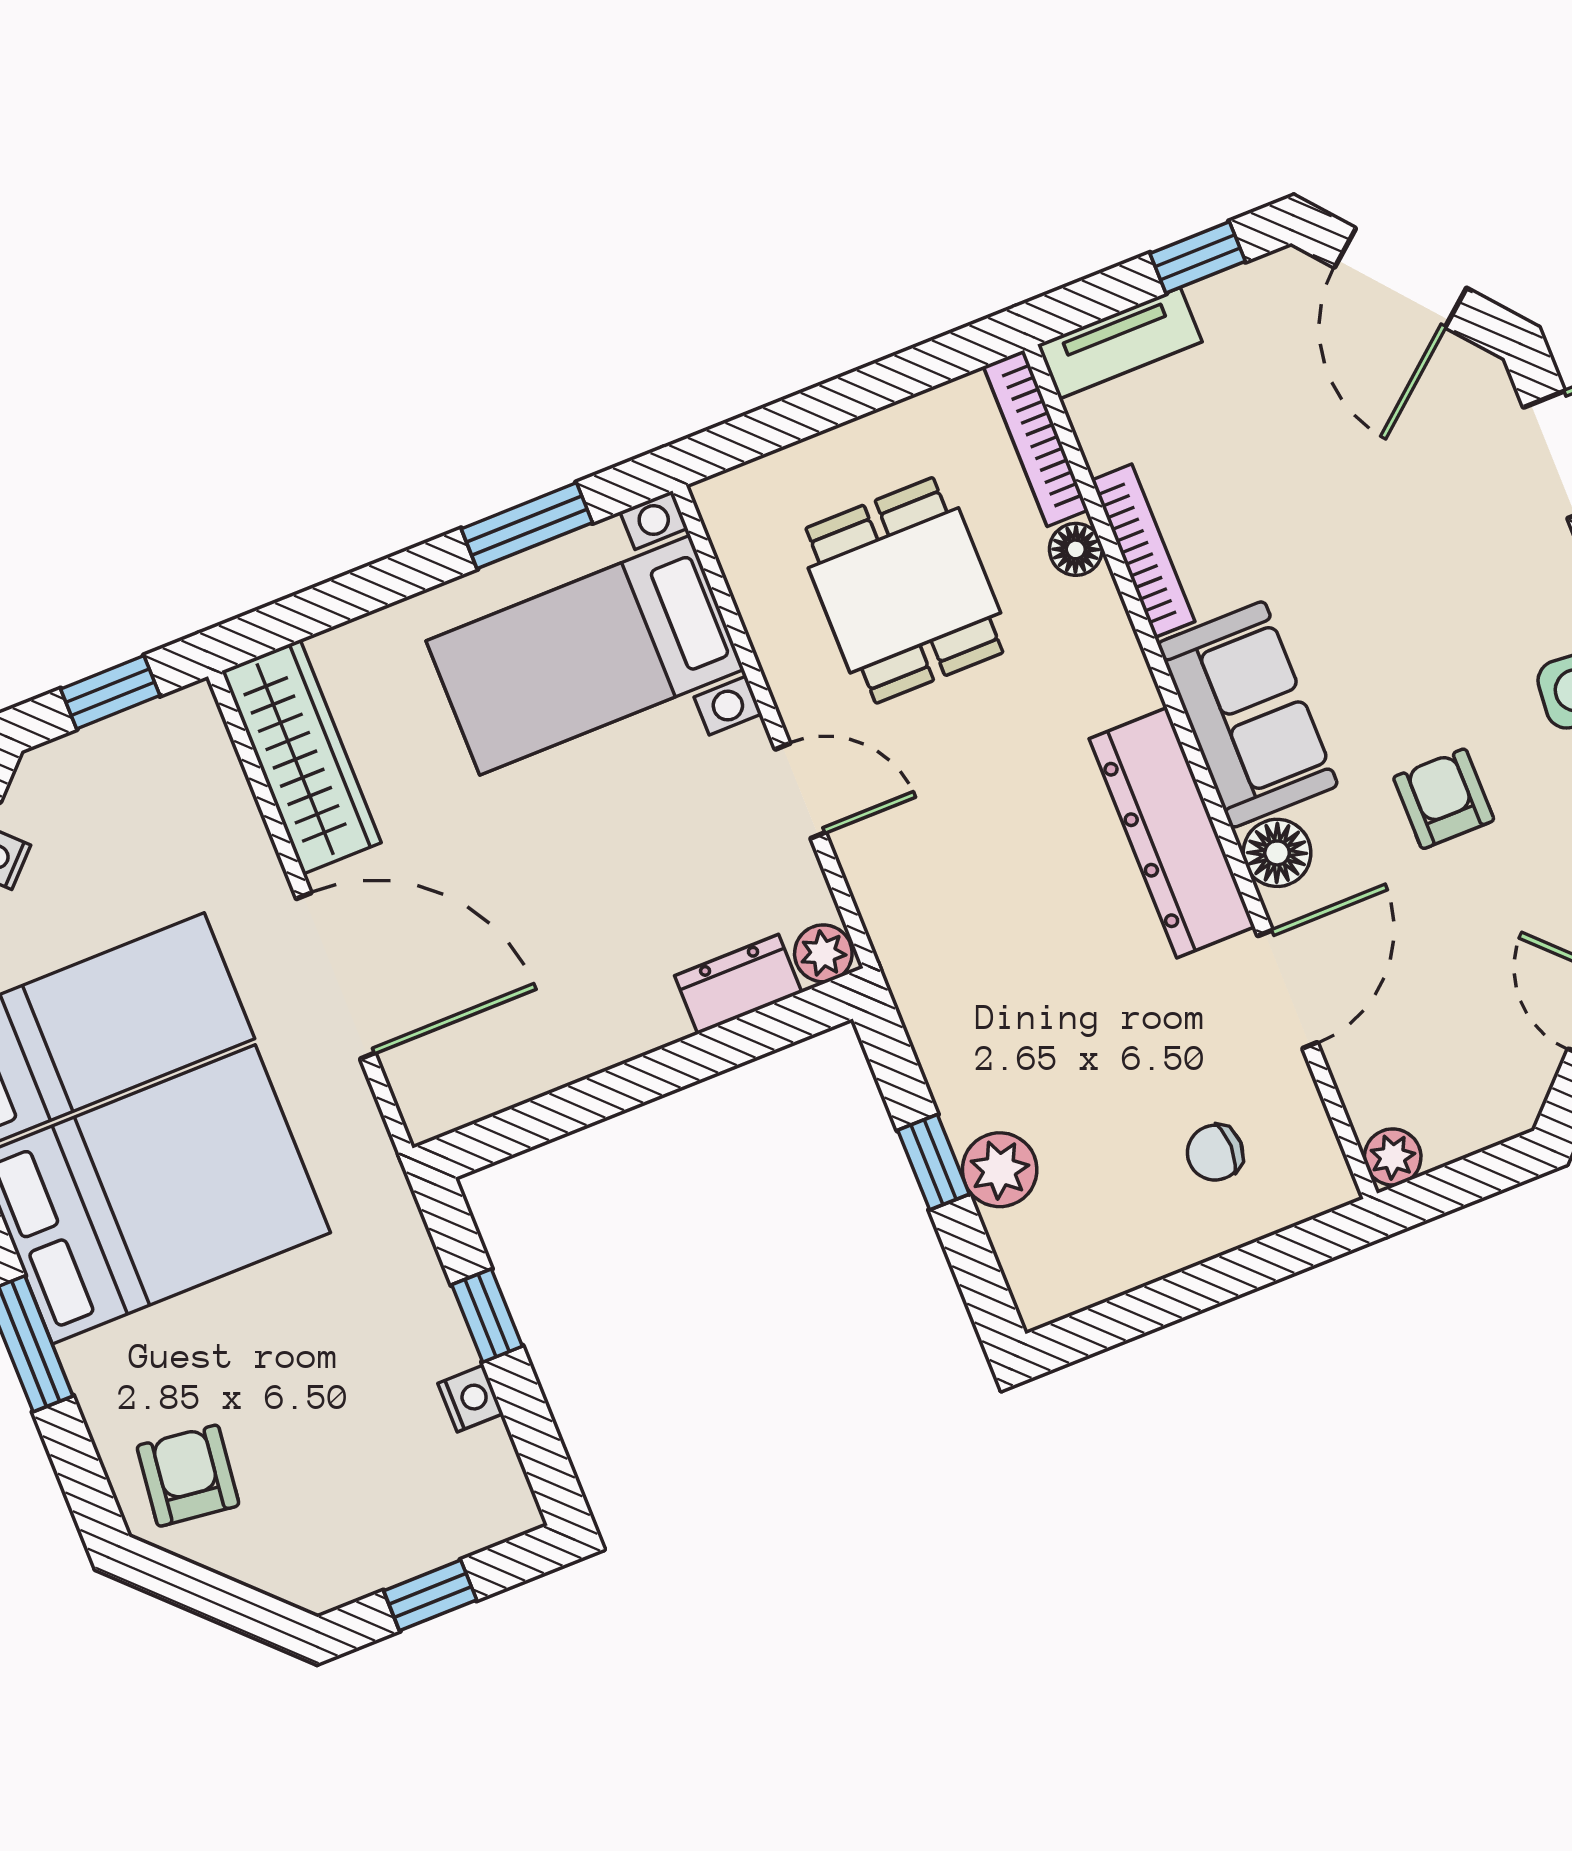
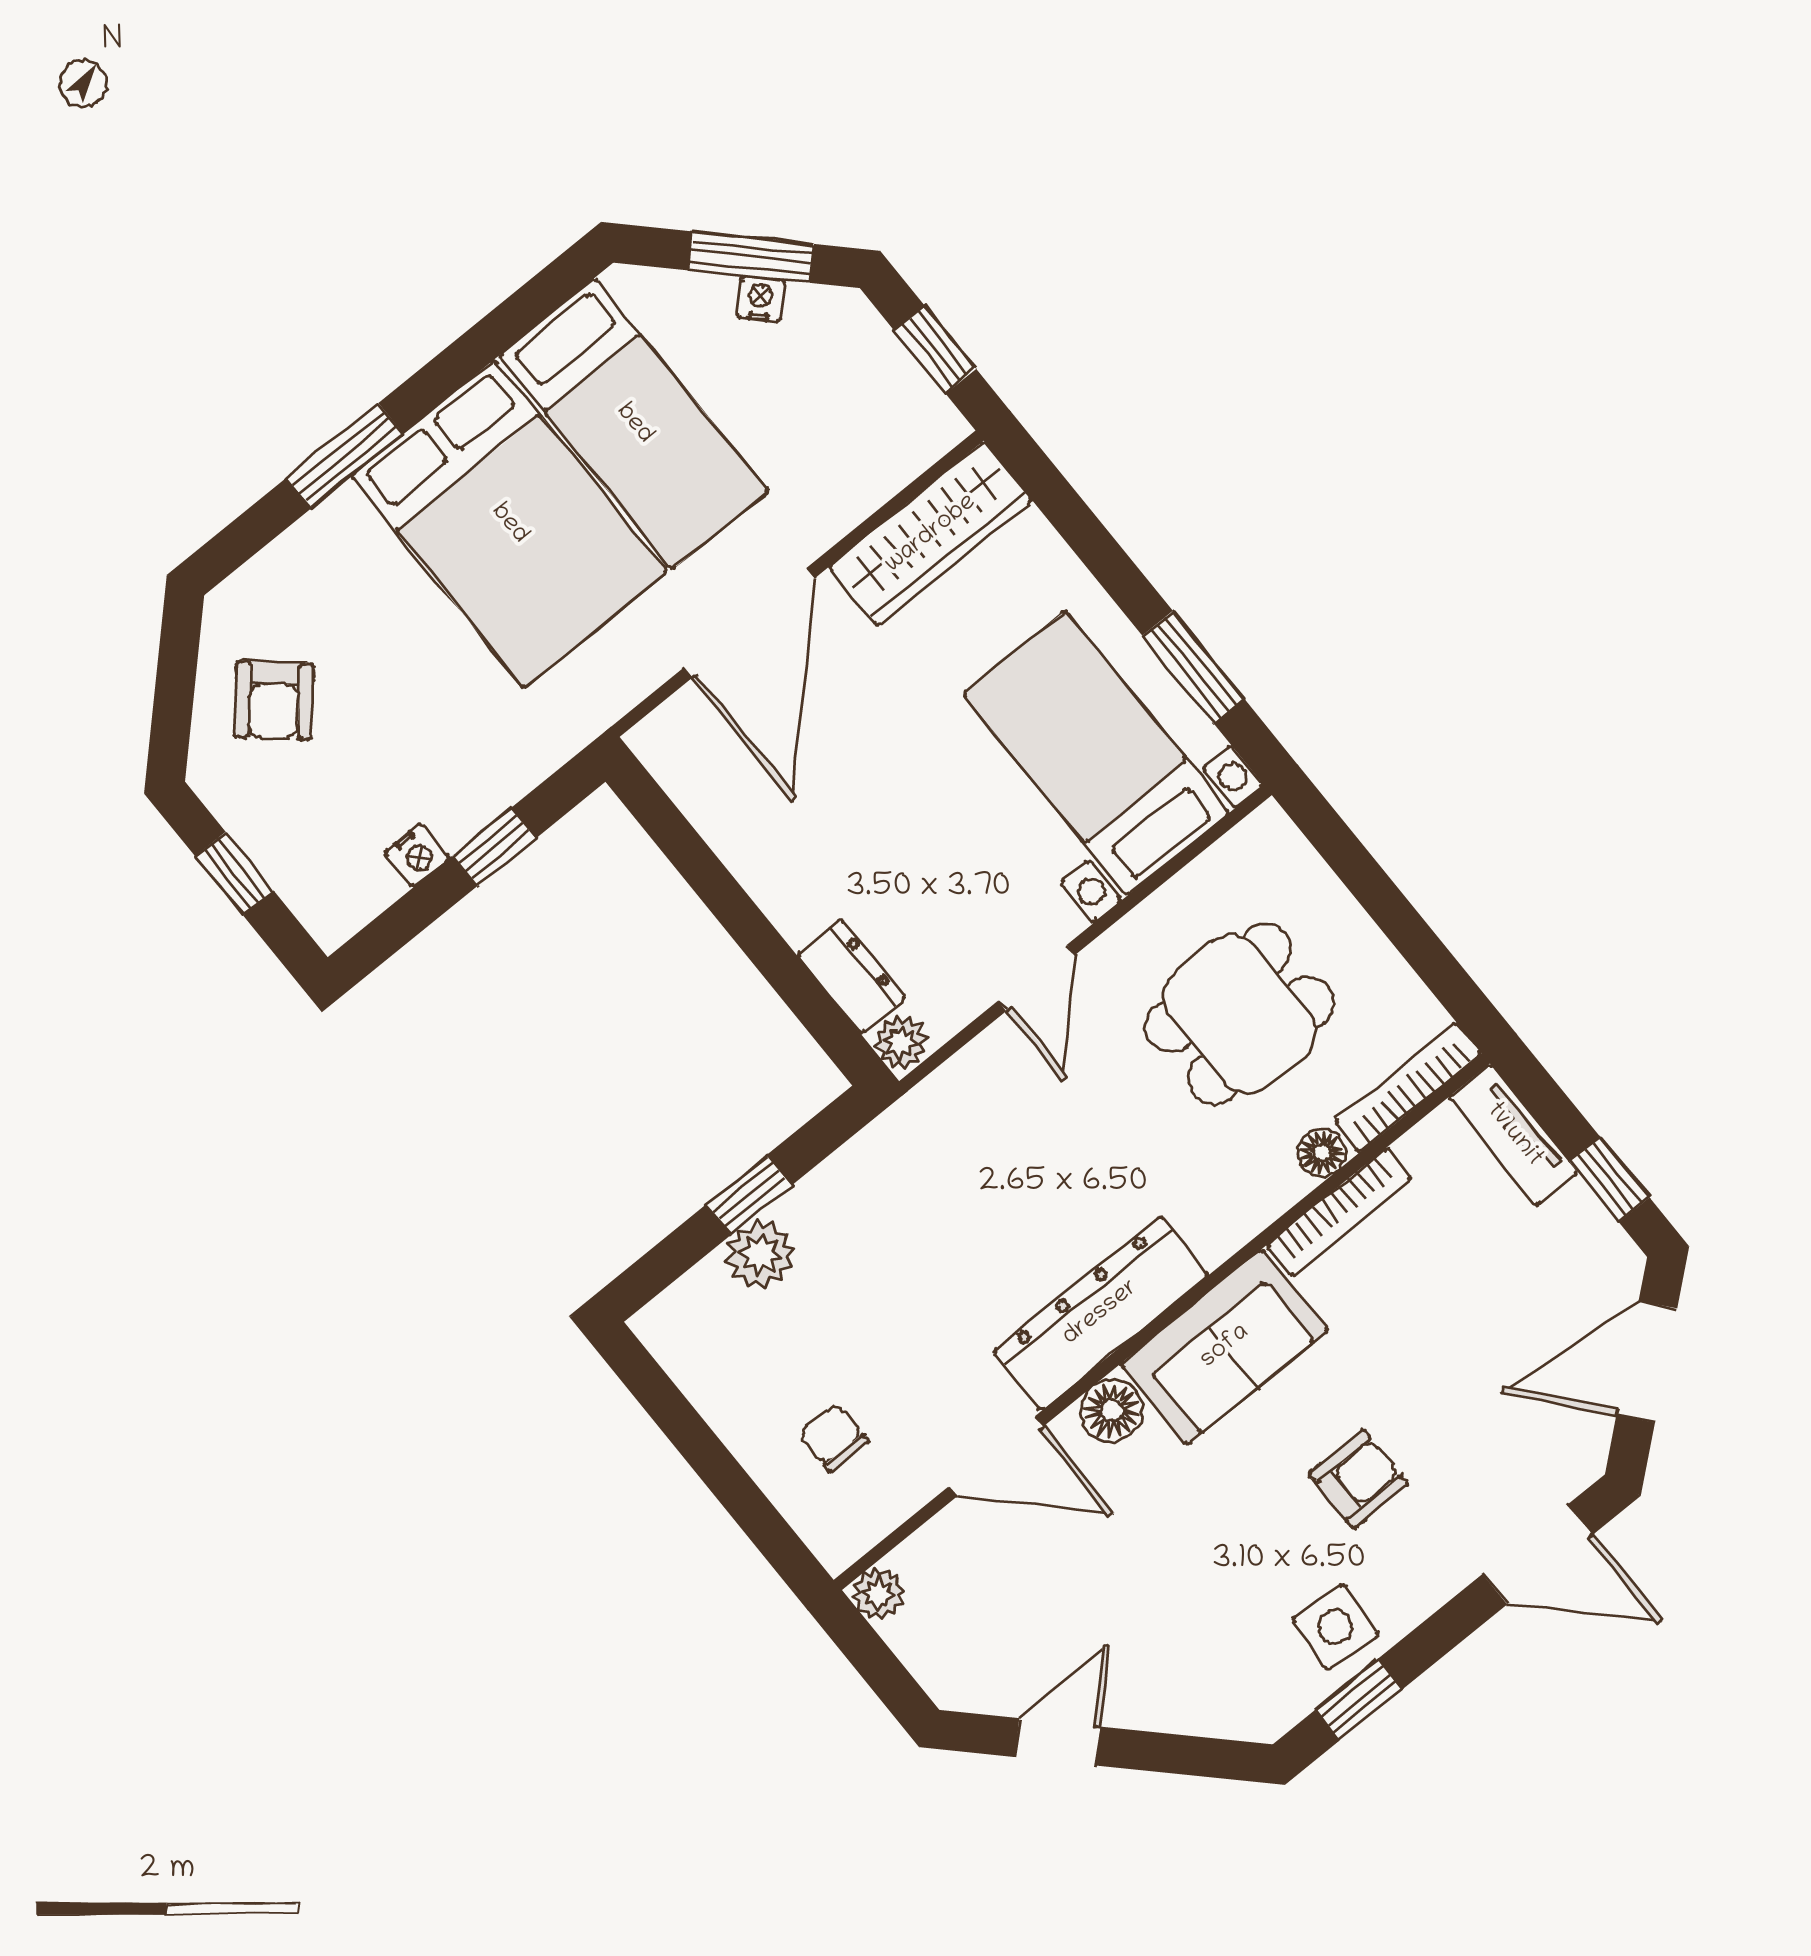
armchair: (1444, 799) -> (1358, 1479), moved
armchair: (188, 1476) -> (274, 700), moved, turned 124

